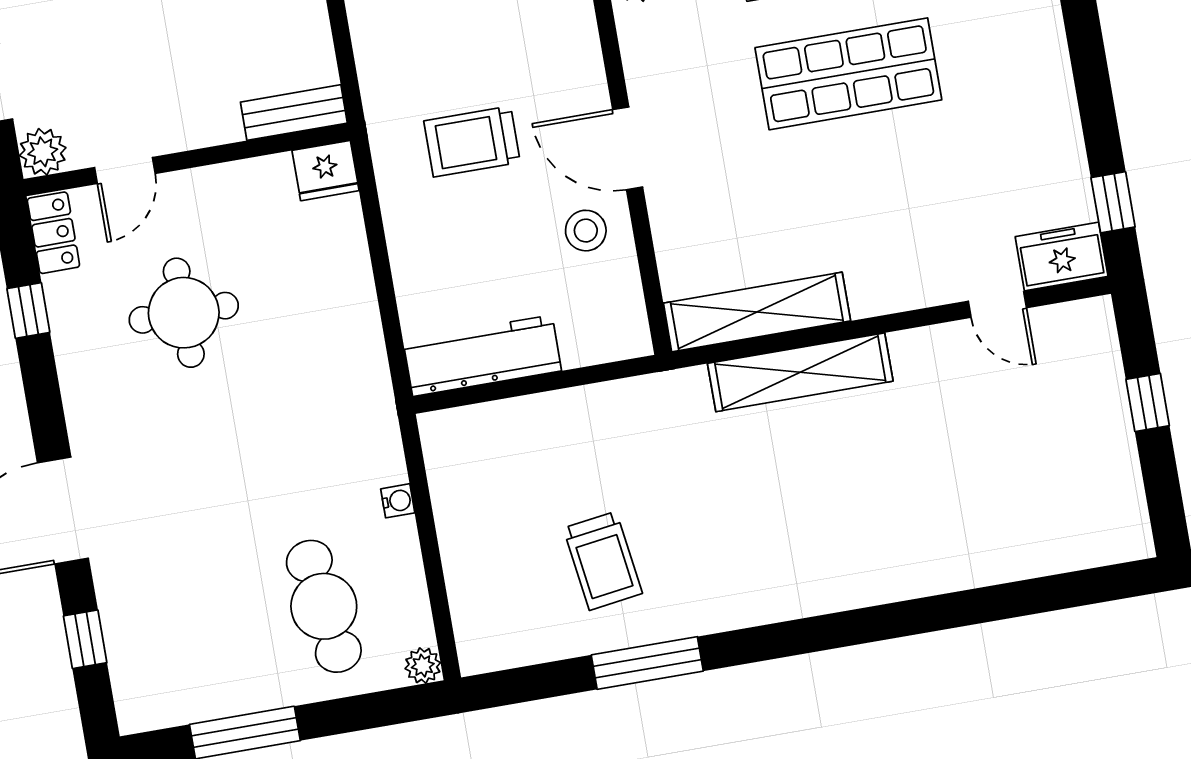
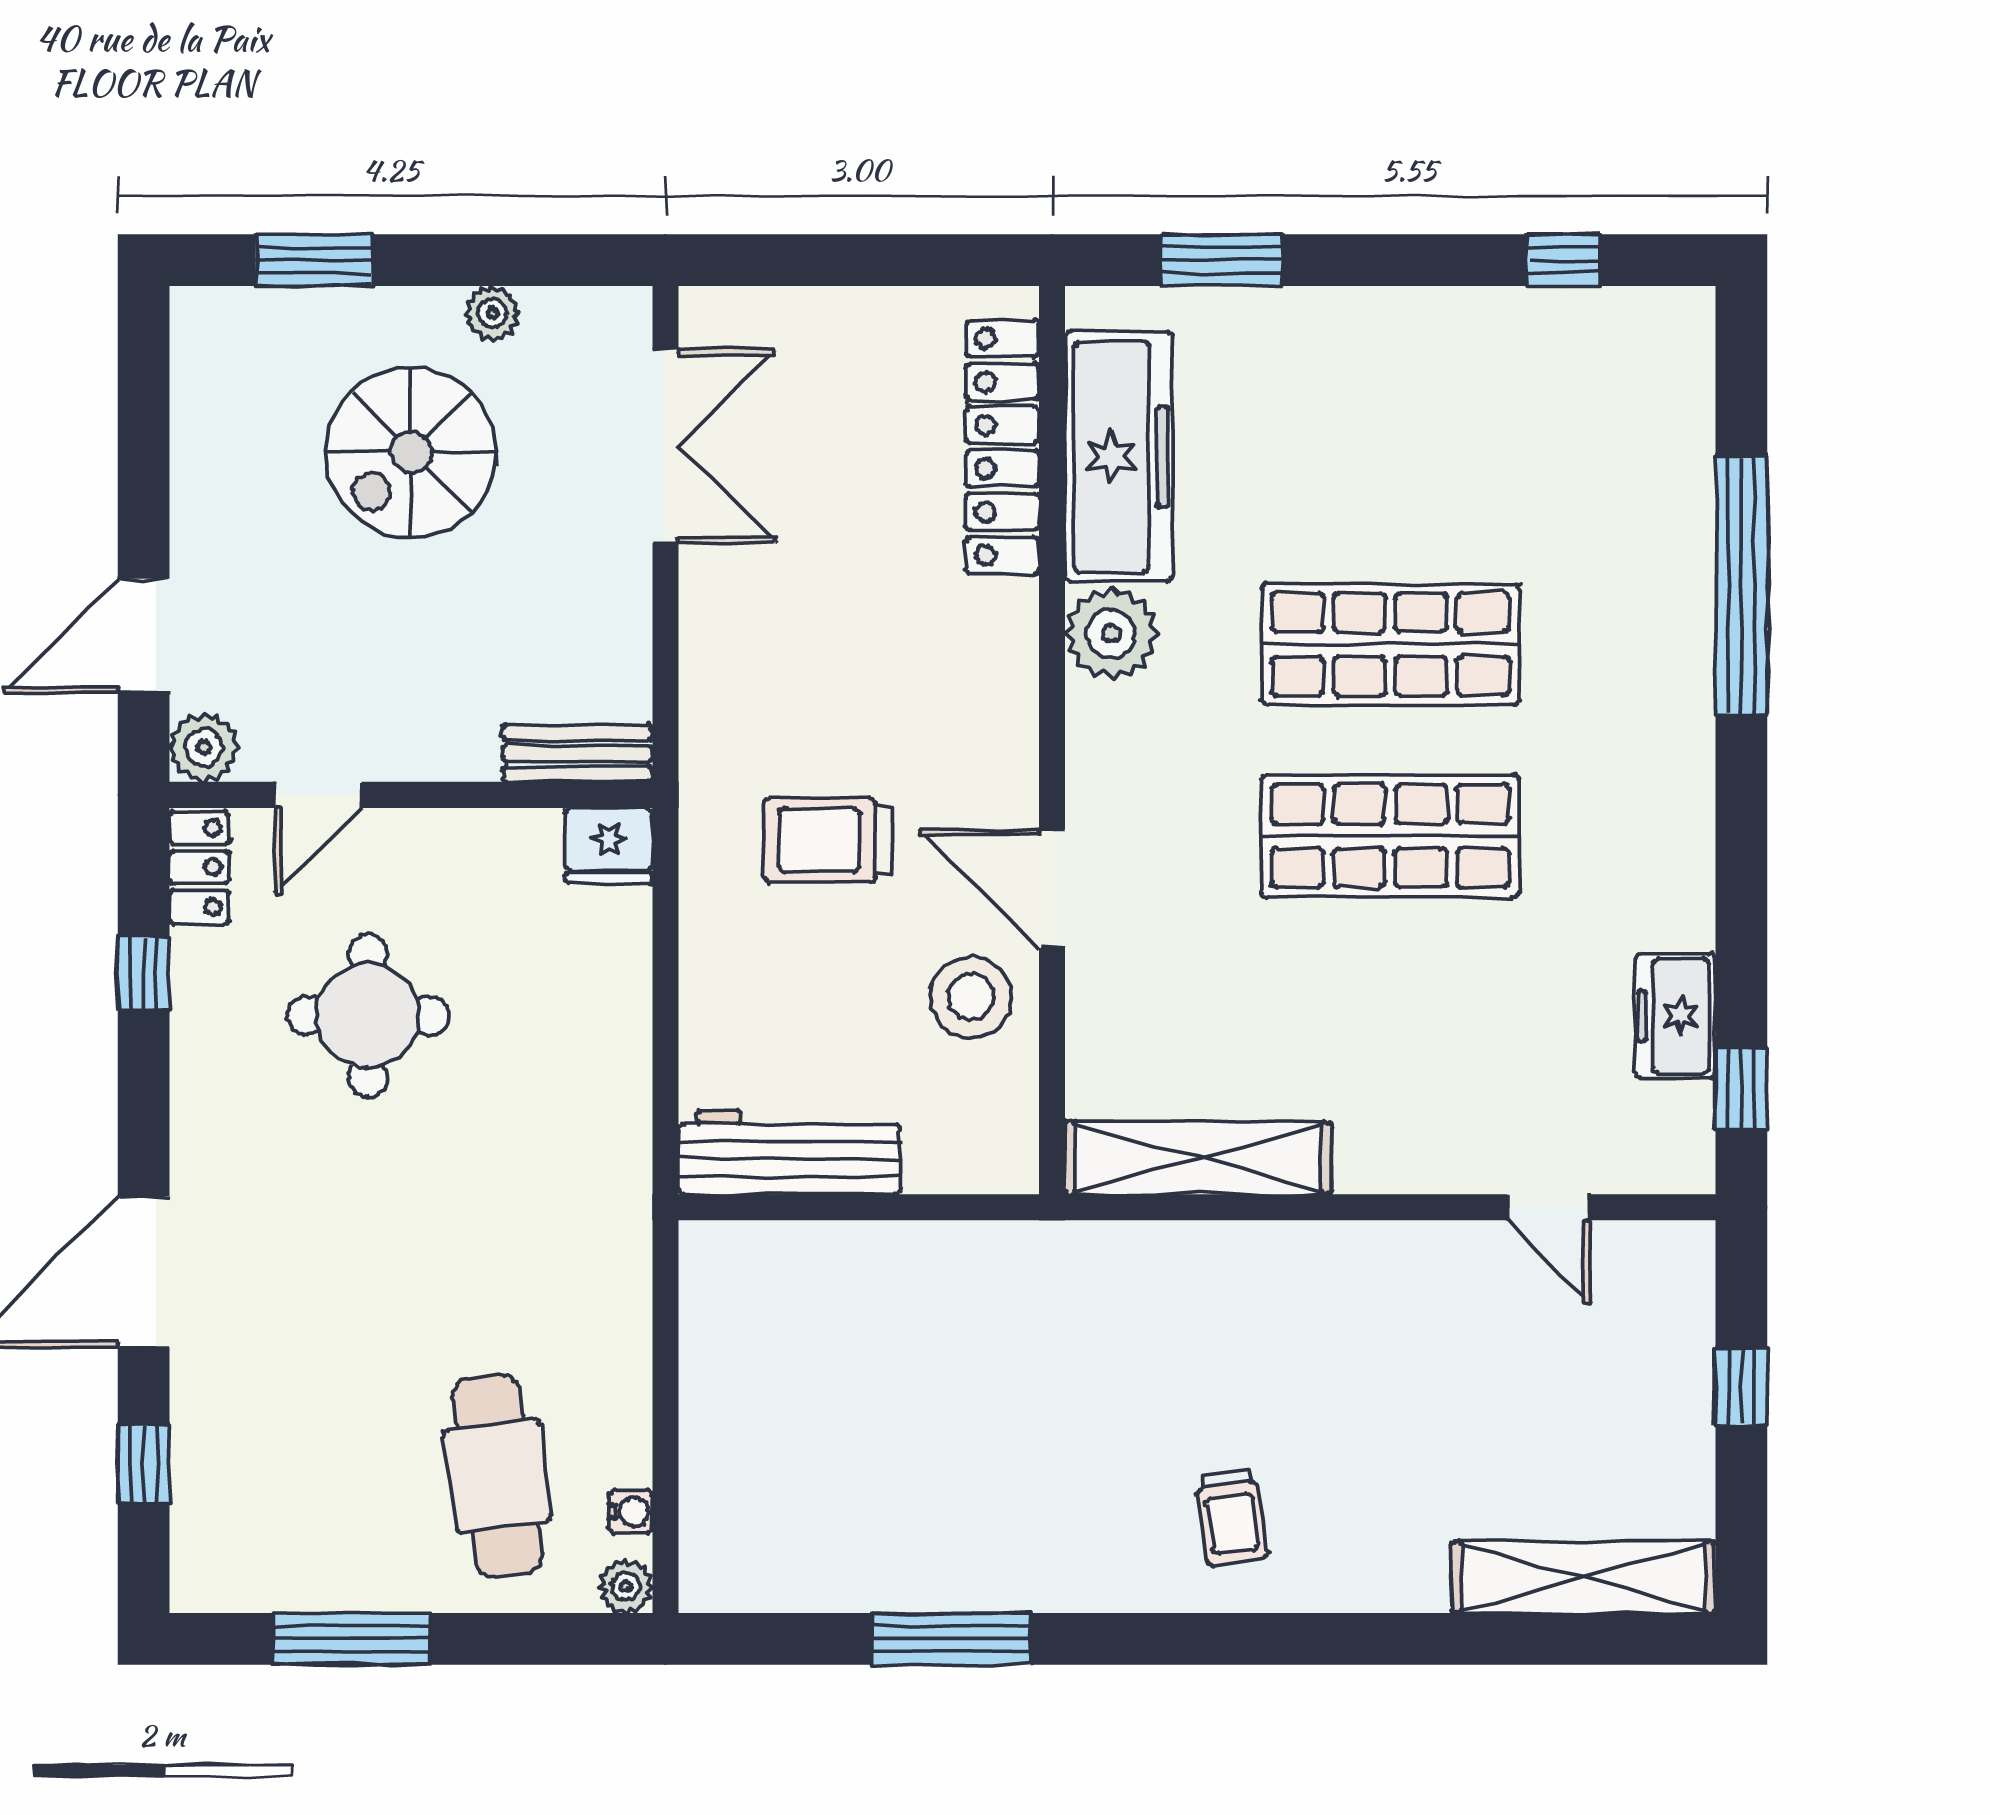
stool: (586, 231) -> (971, 997), width x1.38, depth x1.38
freezer: (1062, 256) -> (1675, 1016), moved, turned -90
shelving: (800, 372) -> (1583, 1577), moved
water cooler: (398, 501) -> (631, 1512), moved
trolley: (603, 561) -> (1231, 1517), moved, width x0.73, depth x0.72

